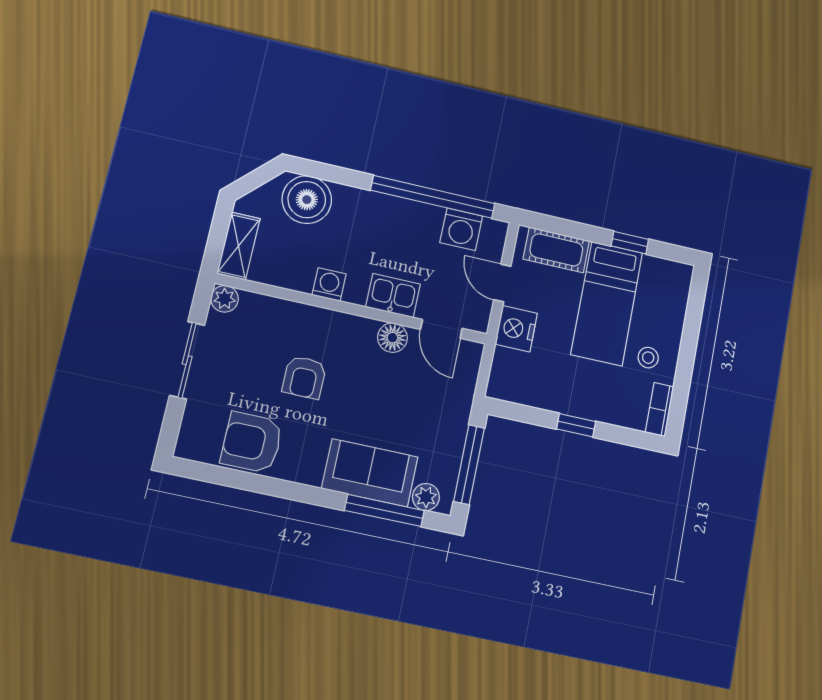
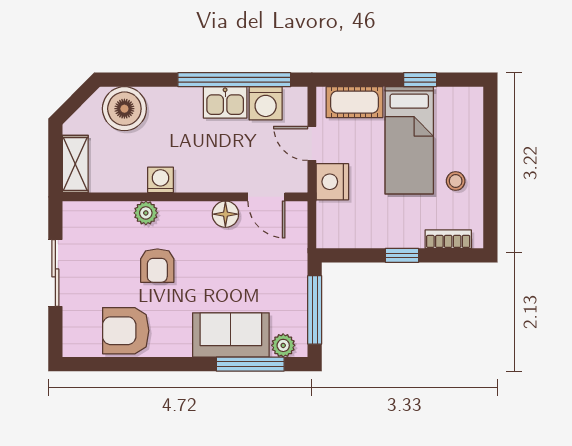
kitchen sink: (393, 296) -> (225, 102), moved, turned 180
plant: (225, 299) -> (146, 213), moved
bookcase: (660, 410) -> (448, 239), moved, turned 90

